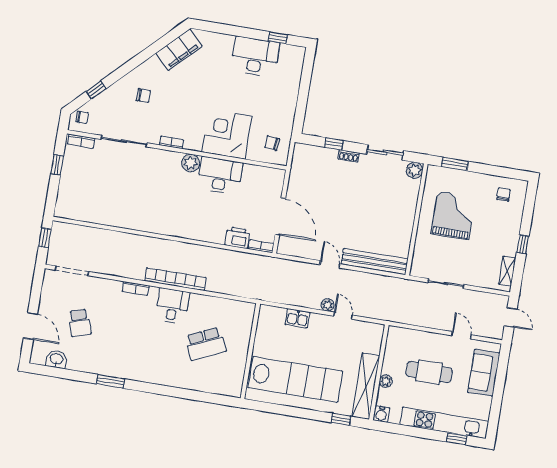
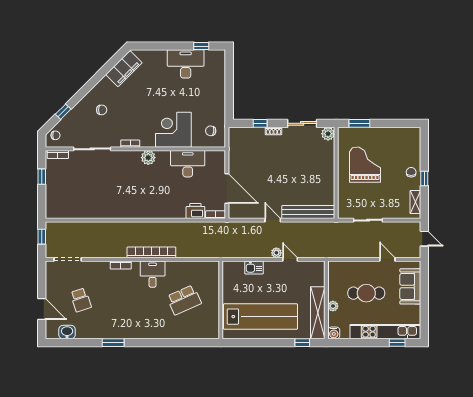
desk: (220, 176) -> (188, 164), moved
chair: (504, 195) -> (411, 172), moved

